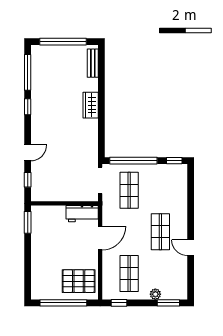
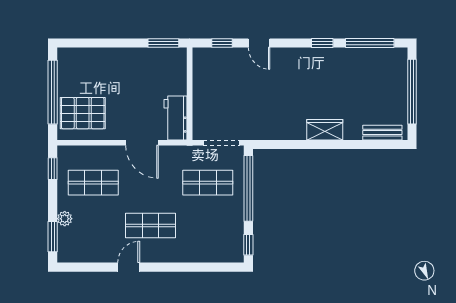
pallet: (79, 281) -> (83, 113), turned 90

